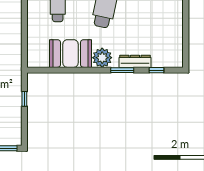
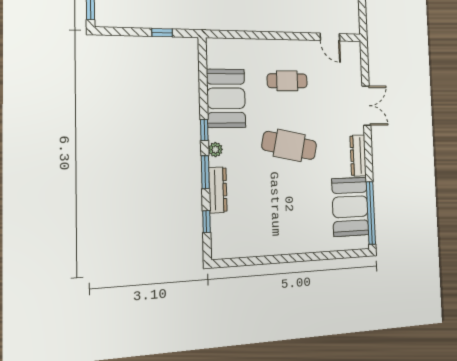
plant: (102, 58) -> (215, 150), width x0.53, depth x0.53
window: (93, 70) -> (204, 130), added

